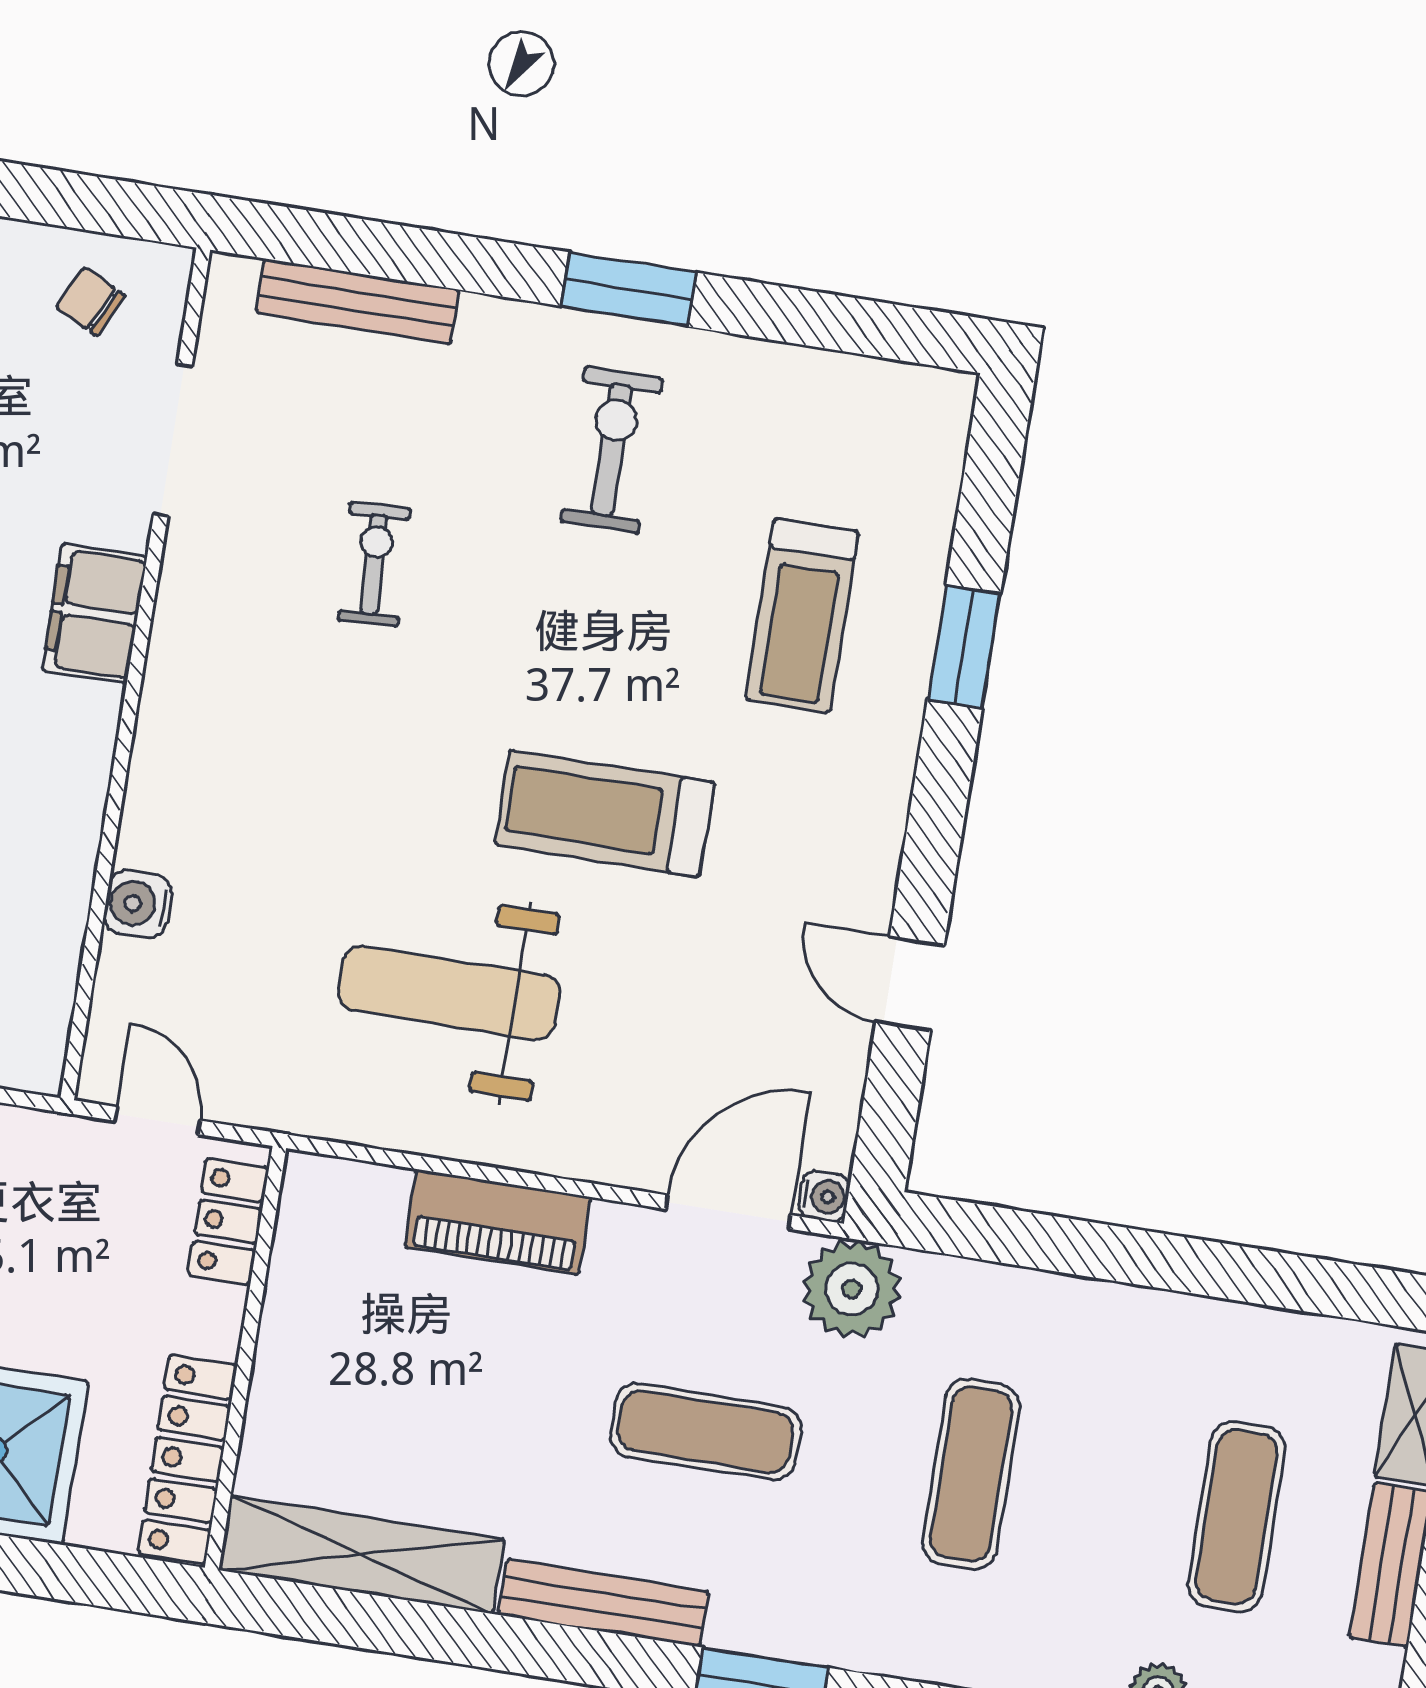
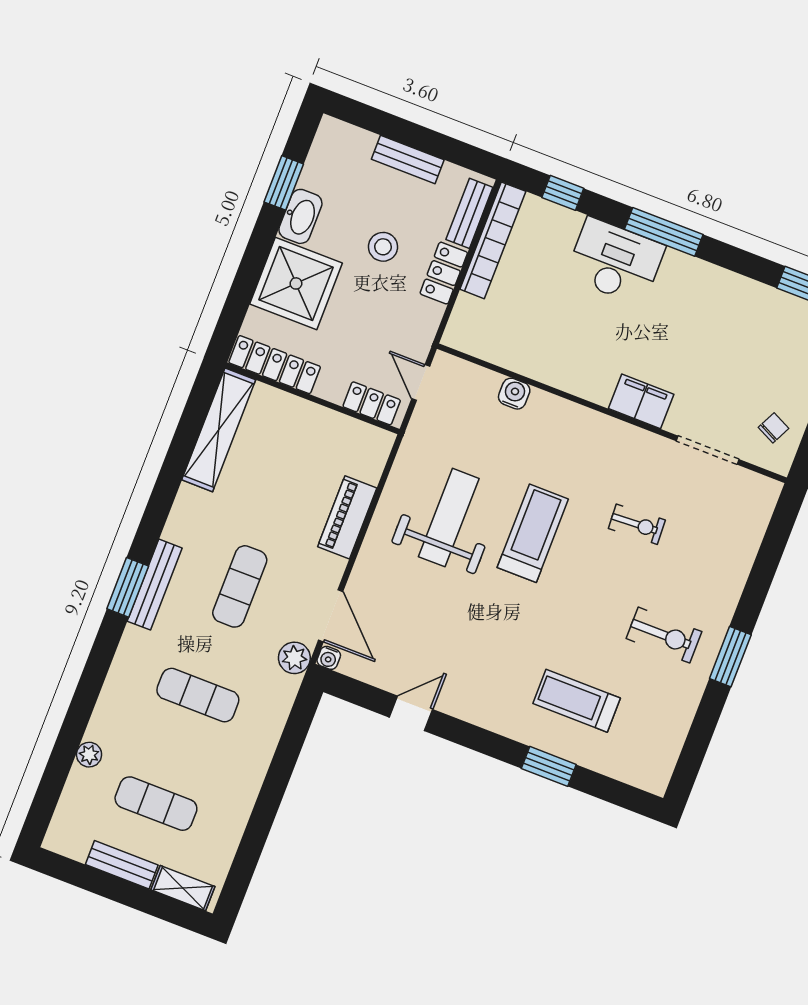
bench: (358, 301) -> (750, 541), removed
treadmill: (605, 813) -> (533, 533), moved
door: (158, 1121) -> (421, 382), swing flipped
plant: (852, 1289) -> (294, 658), width x0.73, depth x0.73
bench: (603, 1603) -> (155, 585), moved

